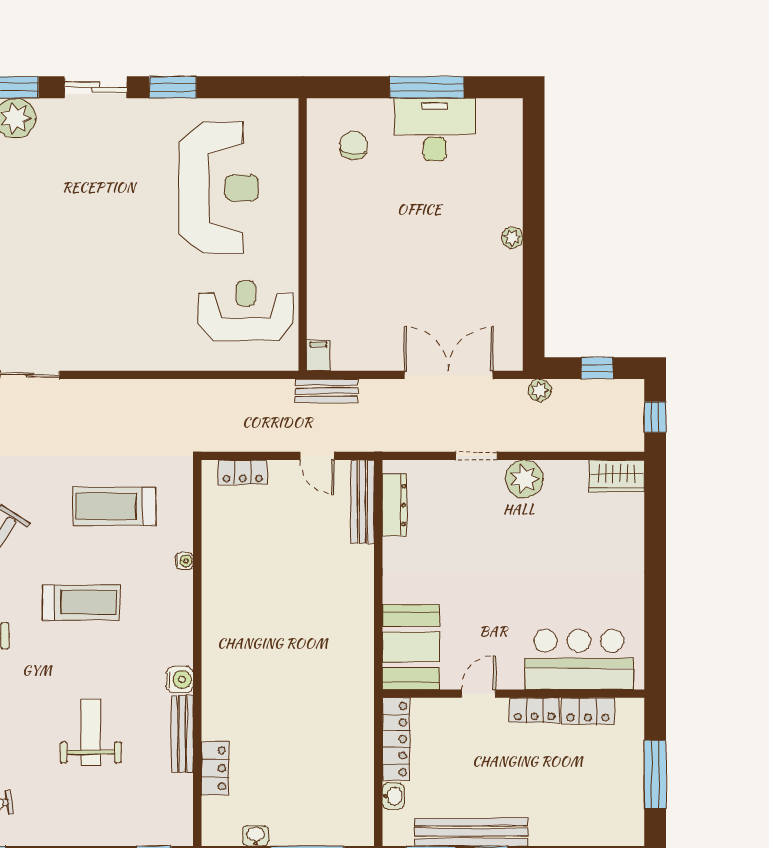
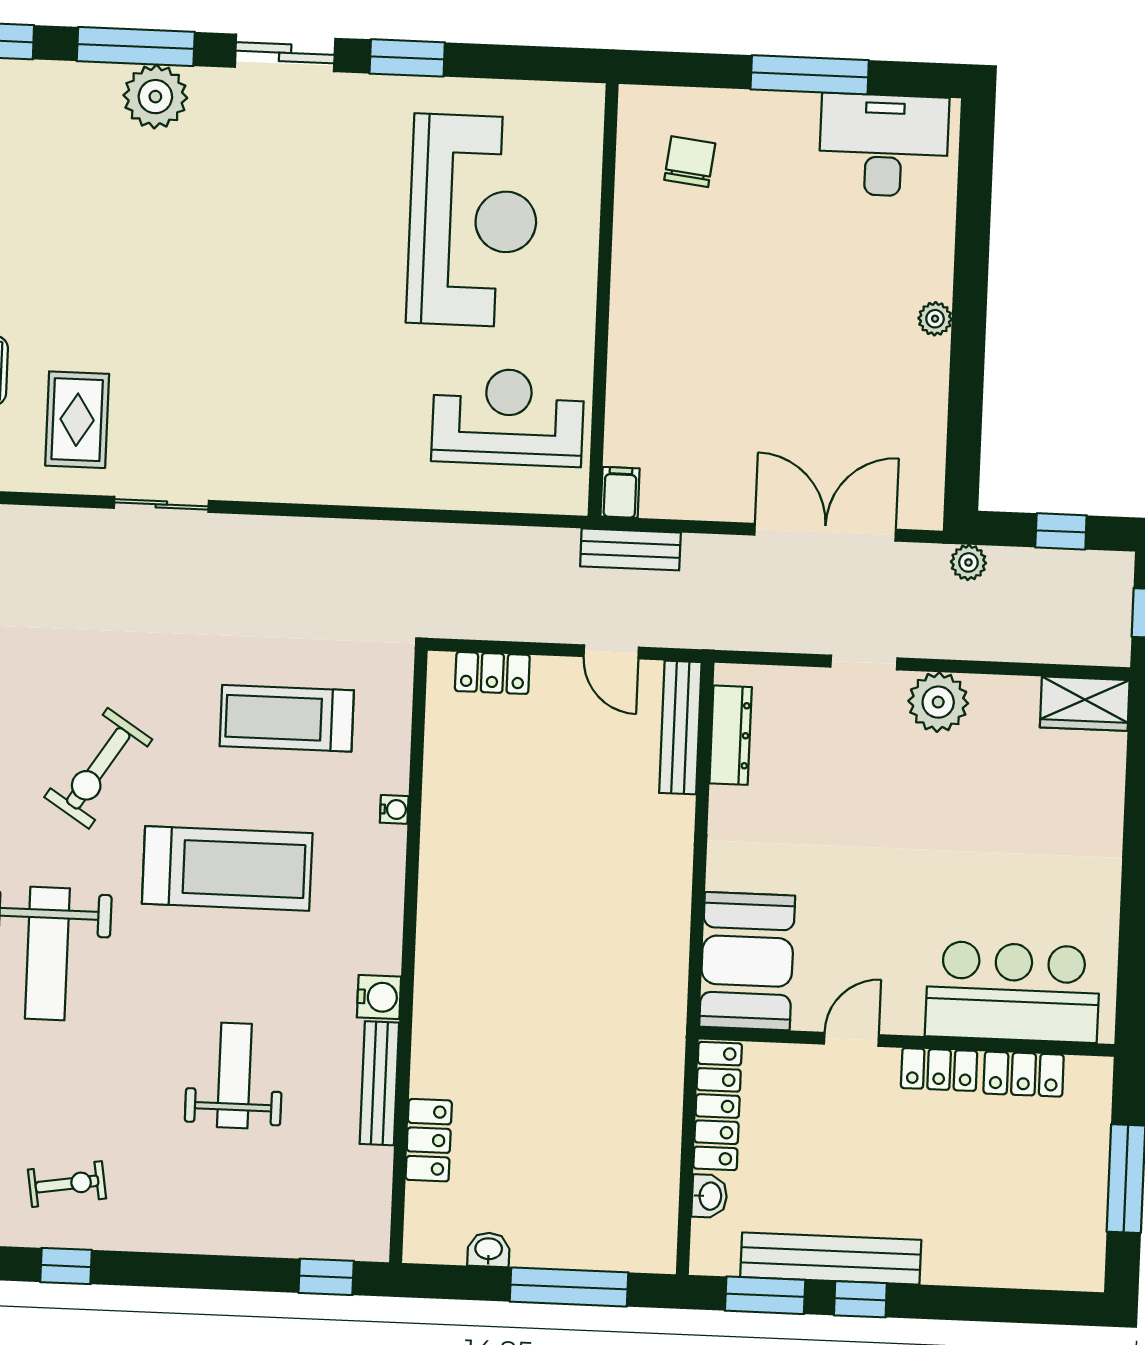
desk: (435, 130) -> (884, 145), moved
treadmill: (81, 602) -> (227, 868), width x1.37, depth x1.38

